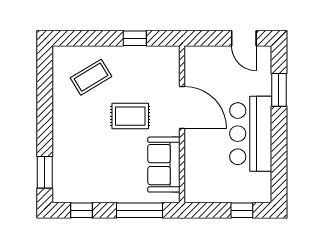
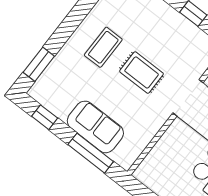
coffee table: (91, 77) -> (103, 47), moved, turned -59
sofa: (164, 165) -> (95, 127), moved, turned 90

